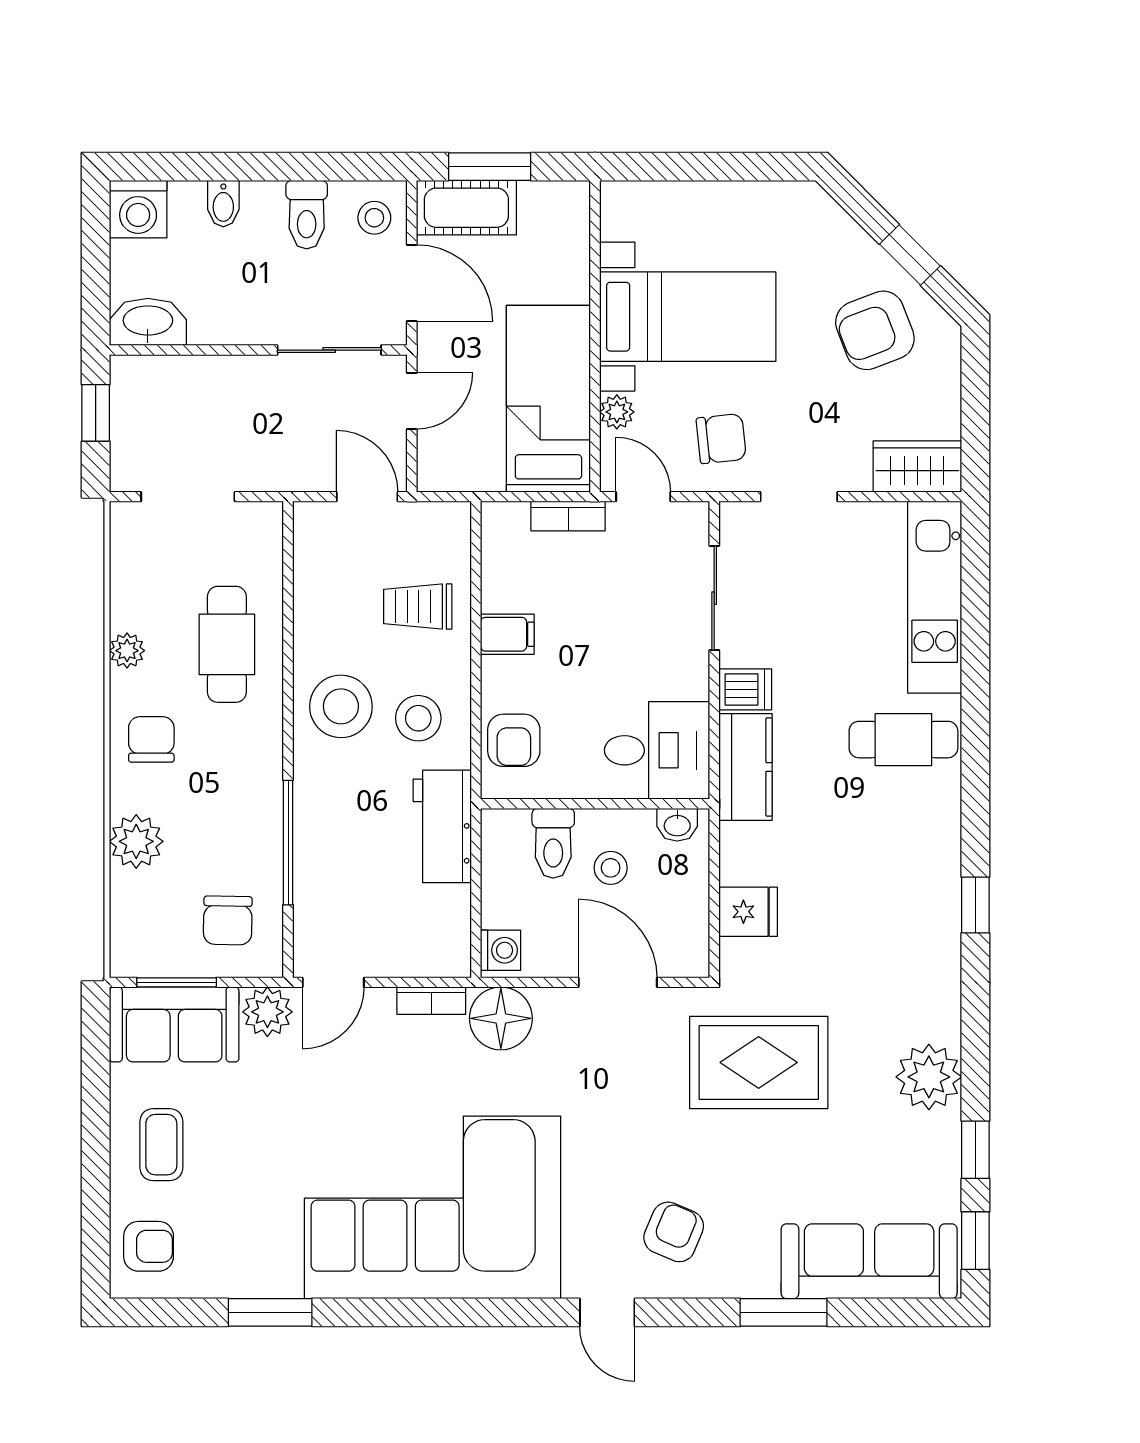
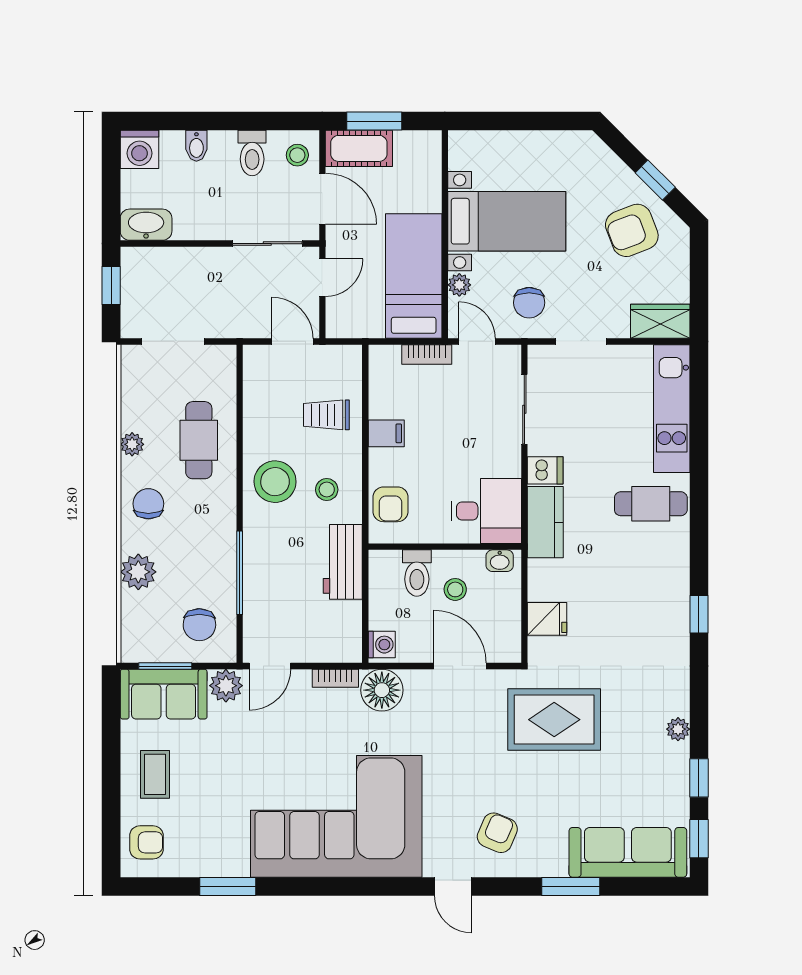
chair: (721, 439) -> (529, 303), turned 96
stool: (418, 718) -> (327, 490), width x0.73, depth x0.73
plant: (929, 1077) -> (678, 729), width x0.53, depth x0.53

